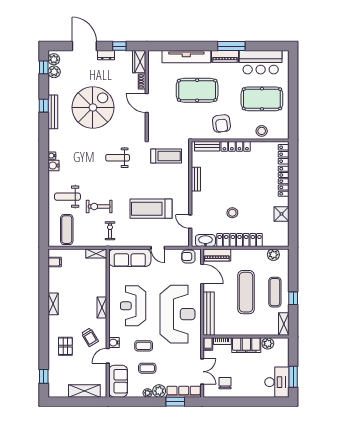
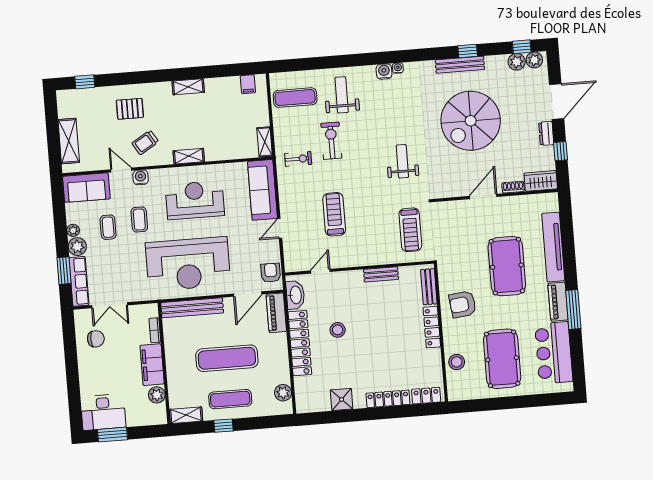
spiral stairs: (93, 107) -> (471, 121), turned 90
treadmill: (151, 209) -> (334, 214), width x0.73, depth x0.73
filing cabinet: (208, 344) -> (149, 310), removed

